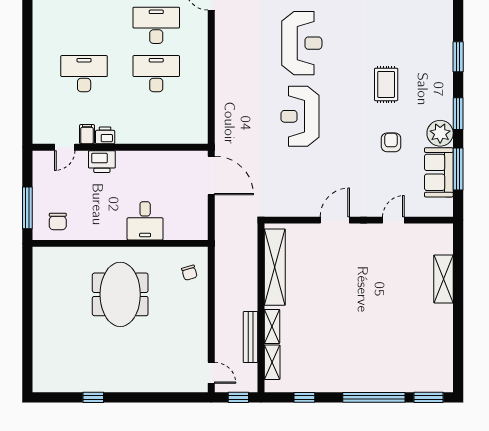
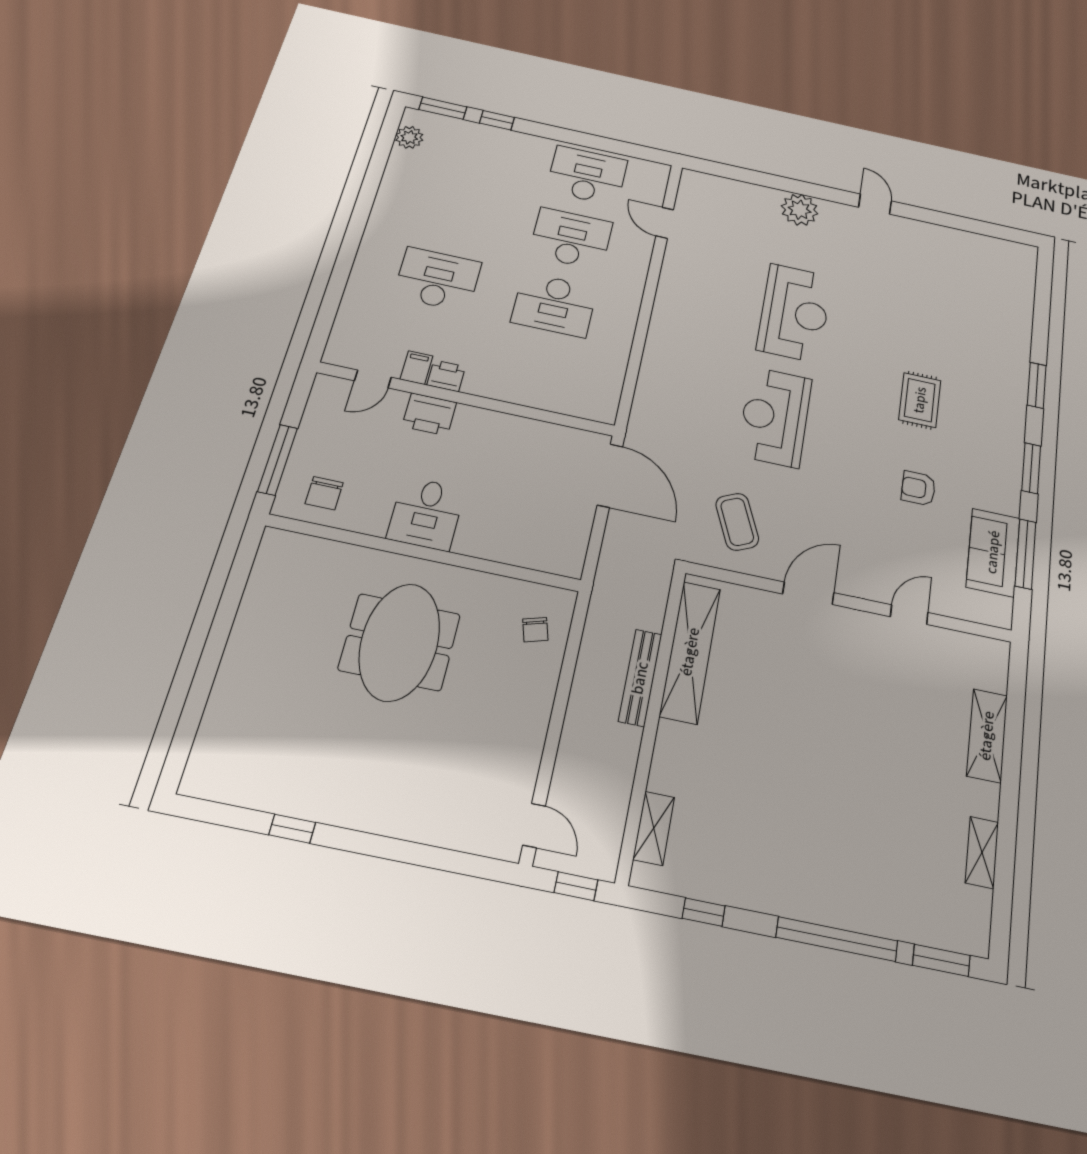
desk: (156, 74) -> (554, 305), turned 180
plant: (440, 133) -> (1000, 492), removed
armchair: (391, 142) -> (918, 488), turned -90
coffee table: (288, 187) -> (737, 522), added
desk: (145, 221) -> (426, 514), moved
shelving: (272, 326) -> (982, 852), moved
bench: (250, 337) -> (640, 678), moved

